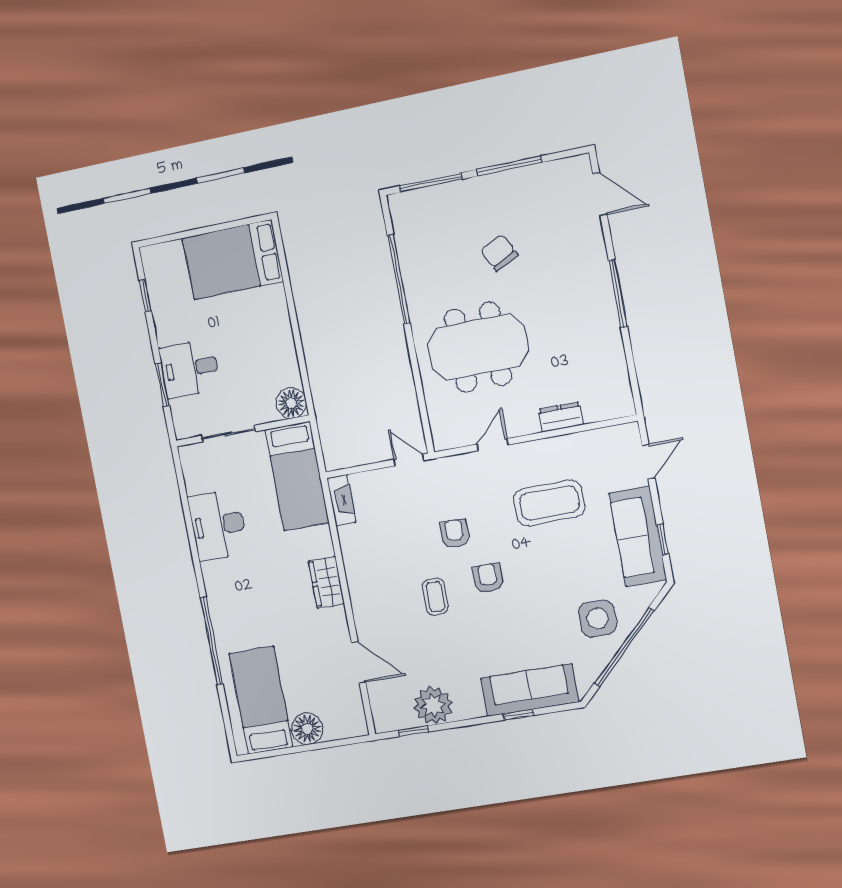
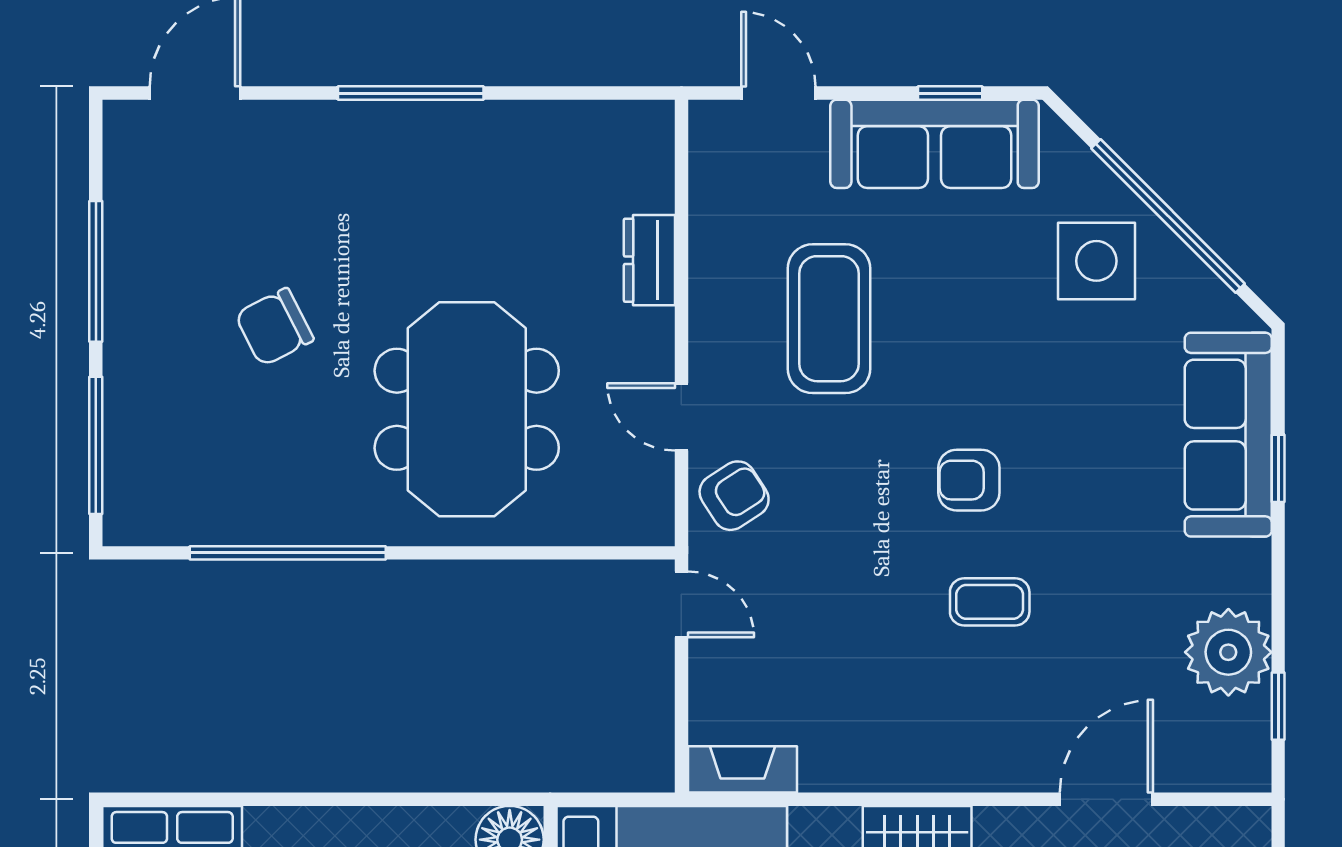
door: (409, 460) -> (681, 604), swing flipped
armchair: (455, 534) -> (734, 496), moved, turned 147

